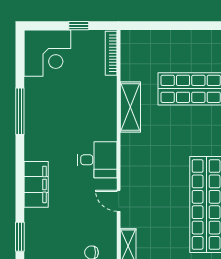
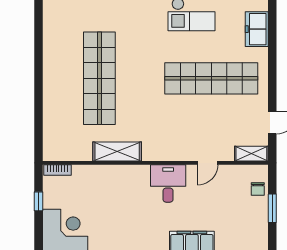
bookcase: (111, 53) -> (57, 170), width x0.64

